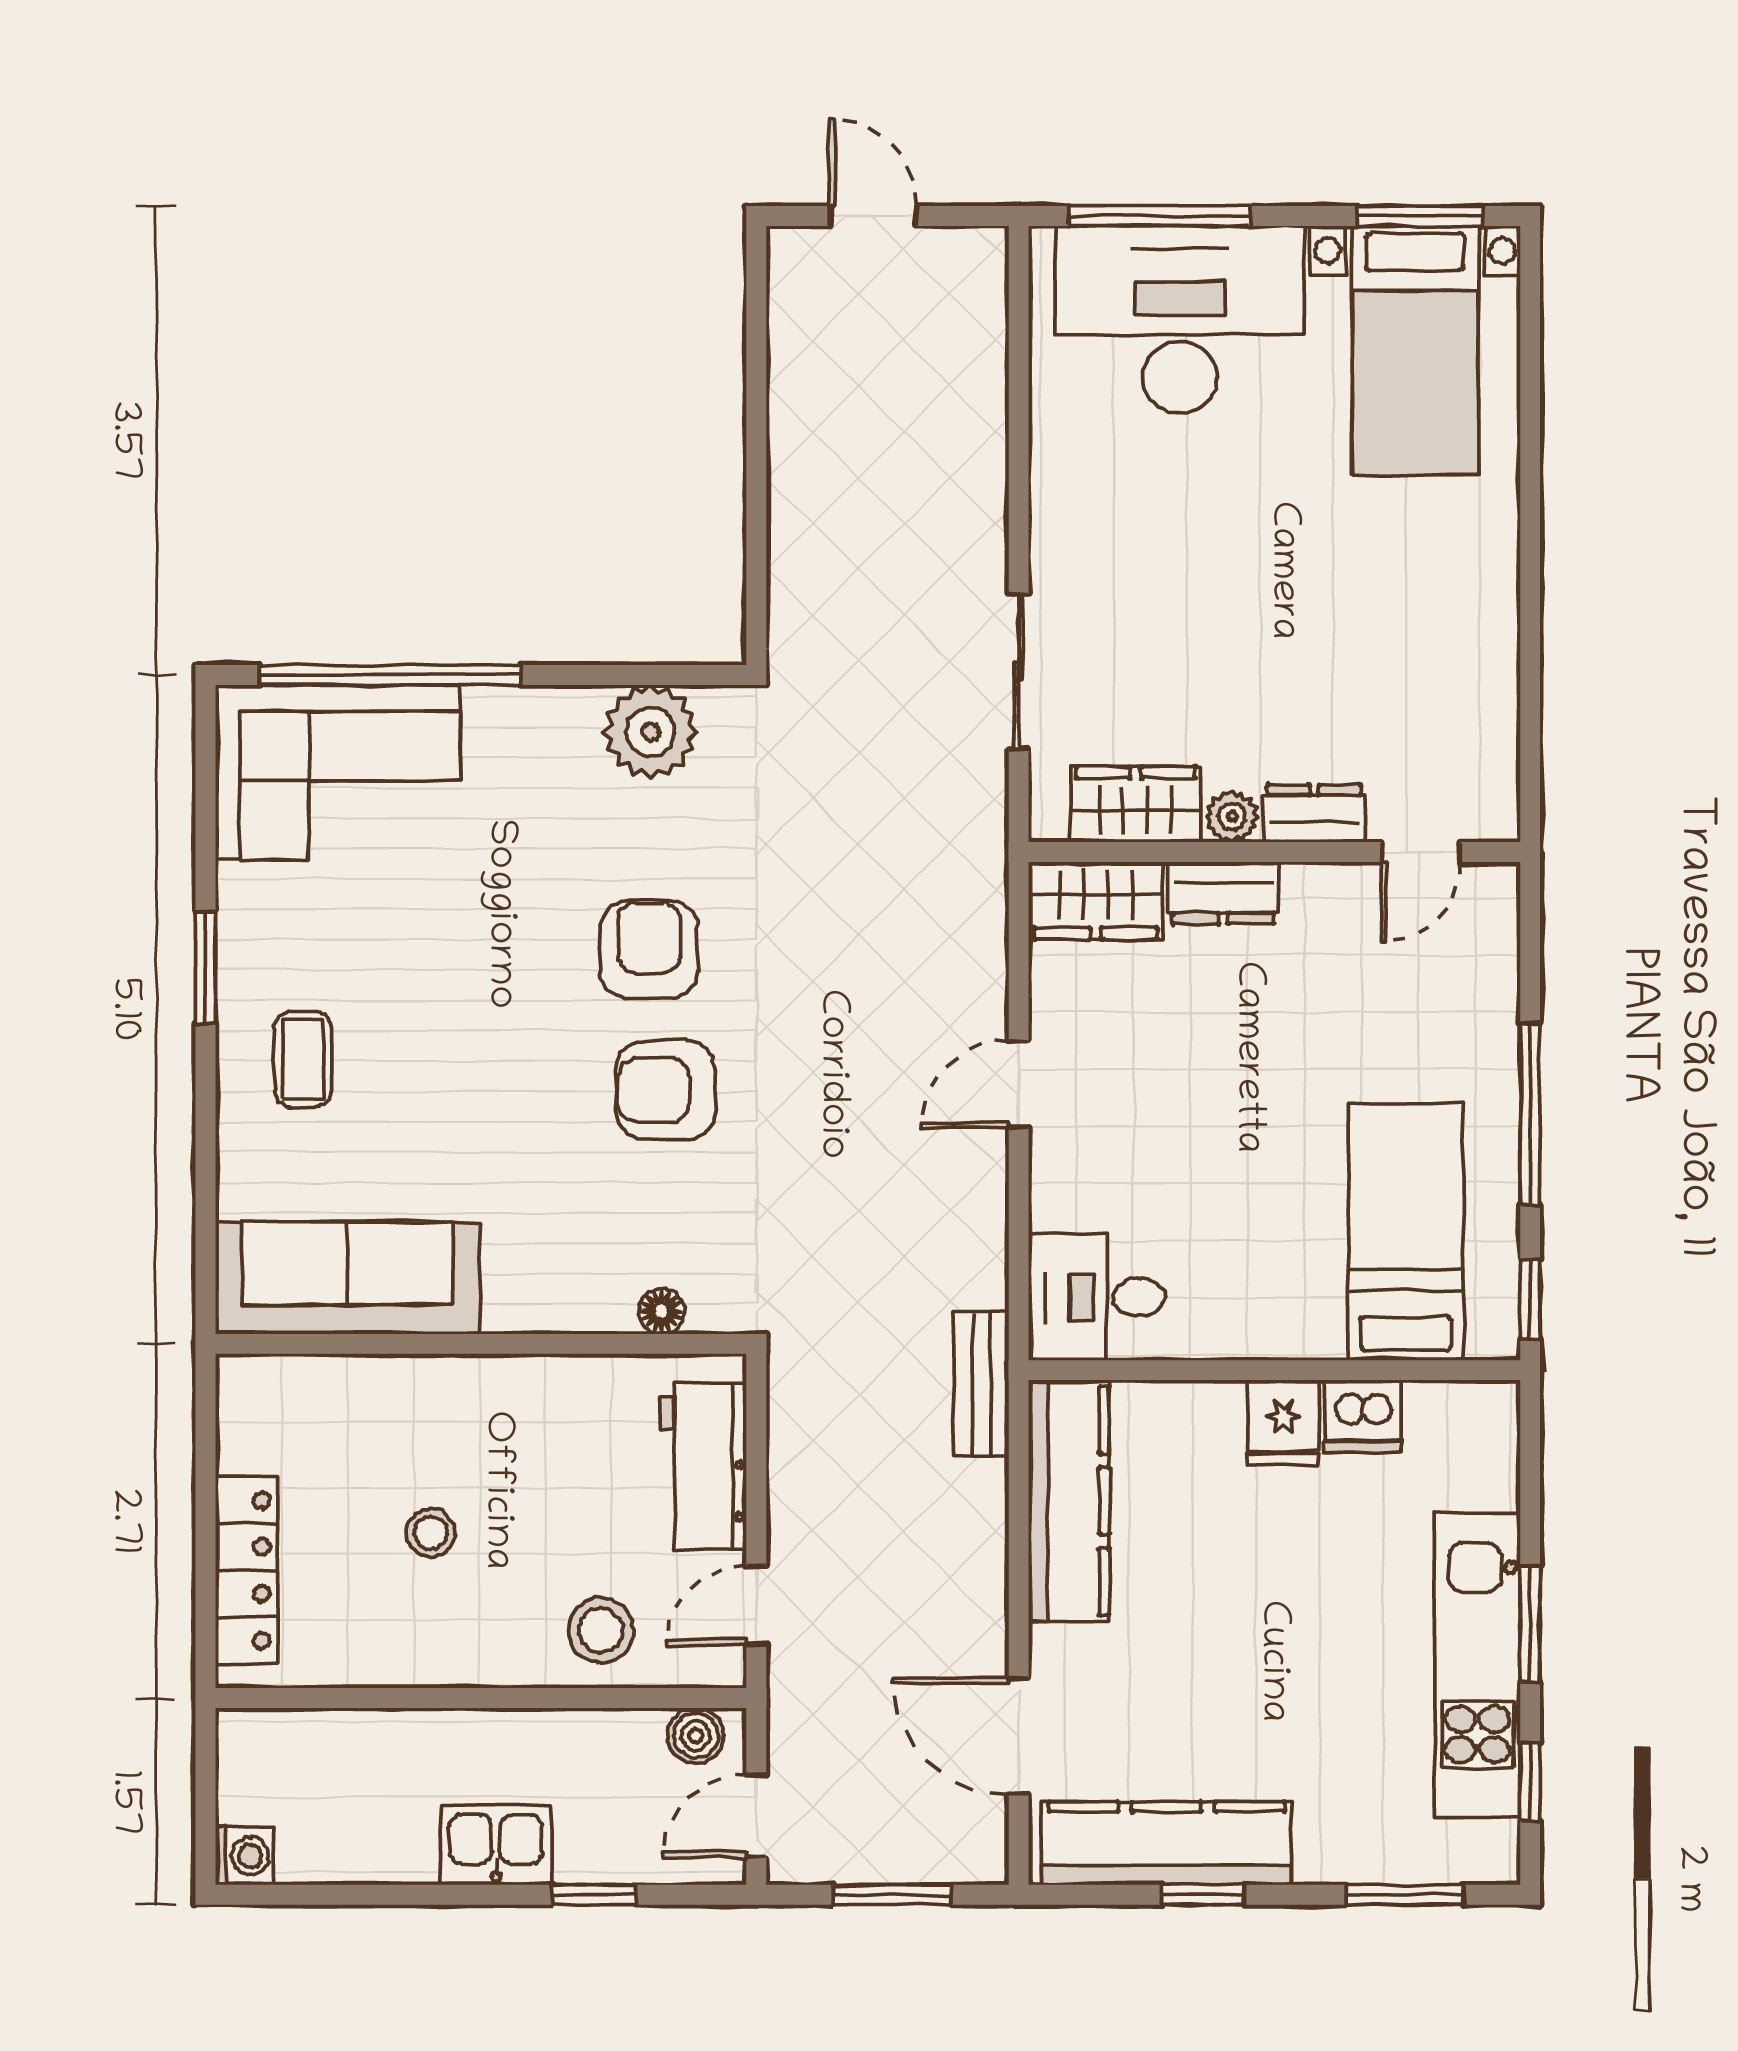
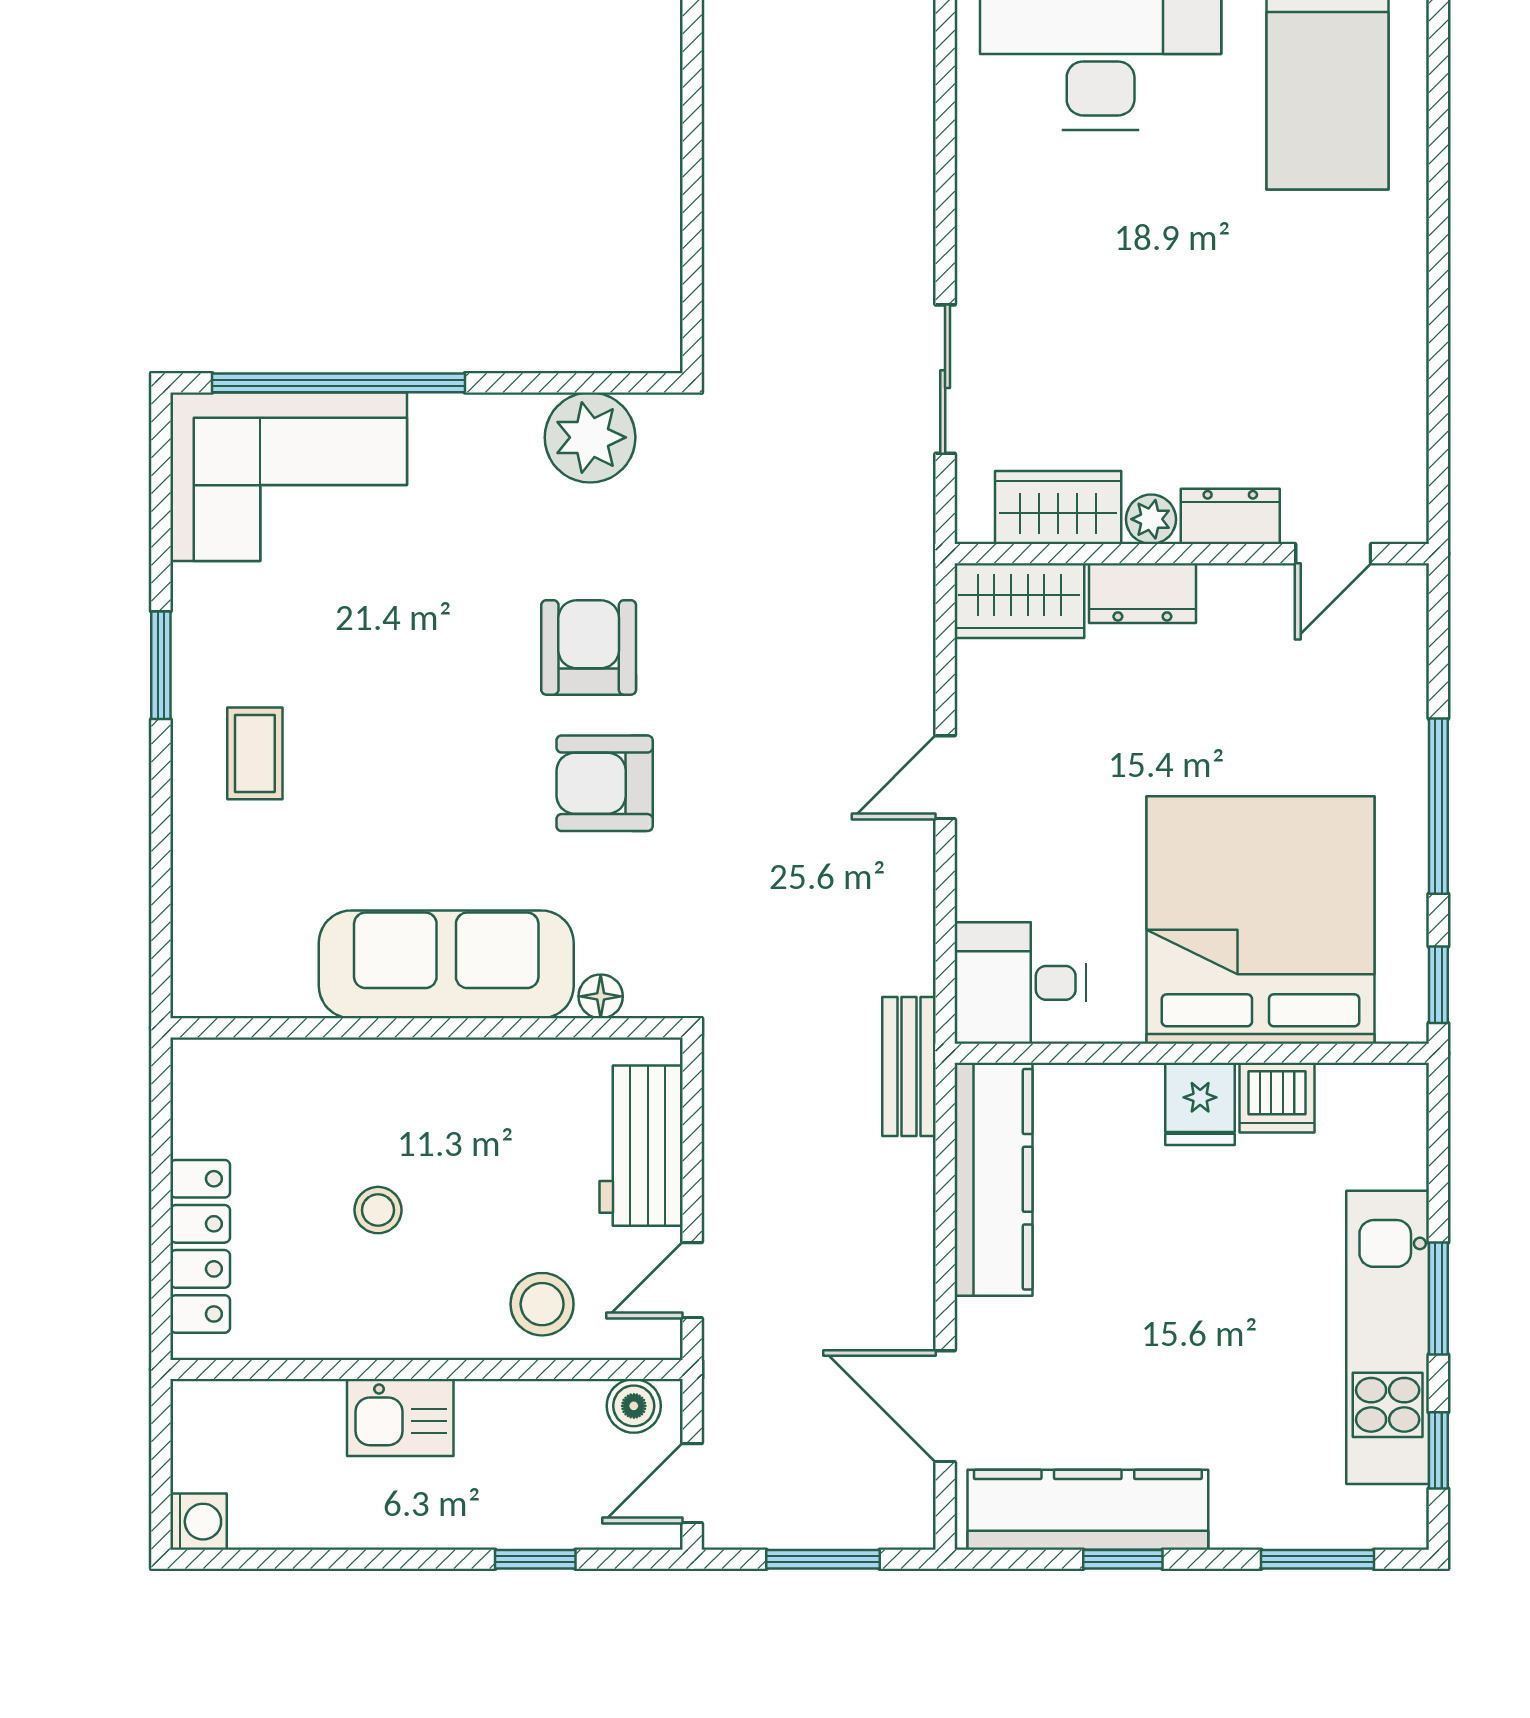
bed: (1406, 1232) -> (1260, 920), width x2.04
sofa: (347, 1278) -> (446, 964), moved
kitchen sink: (496, 1845) -> (400, 1418), moved, turned 180

